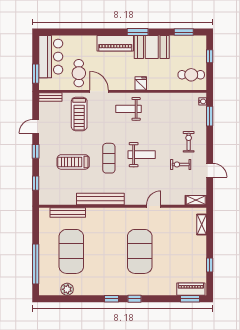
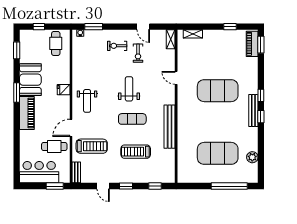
treadmill: (73, 162) -> (136, 152), turned 90
door: (210, 170) -> (143, 27), swing flipped
bench: (68, 212) -> (253, 111), moved

